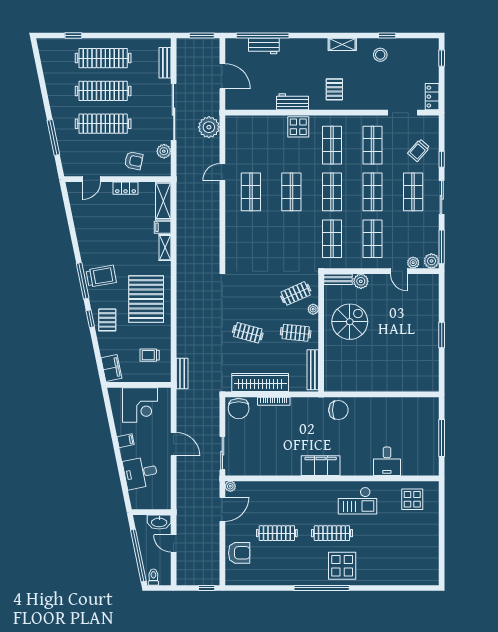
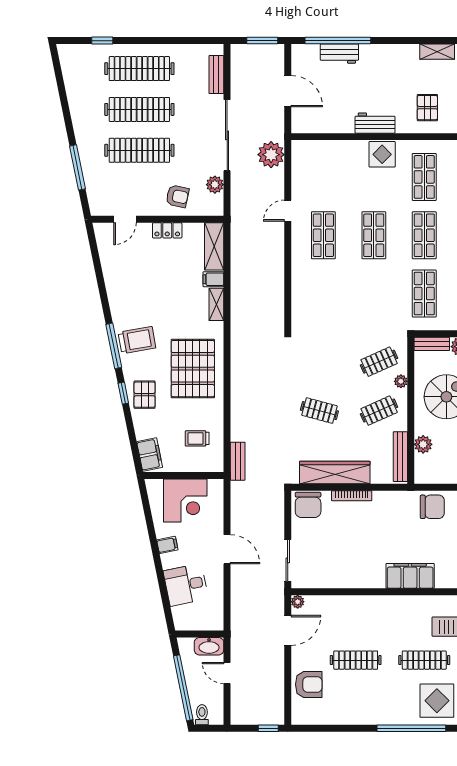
clothes rail: (296, 333) -> (379, 411), turned -30
plant: (331, 360) -> (423, 444), added

